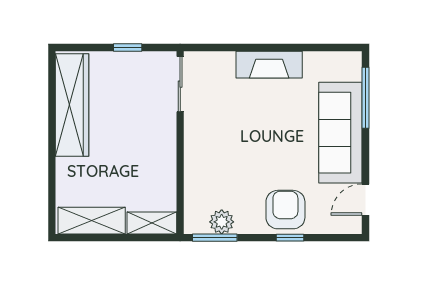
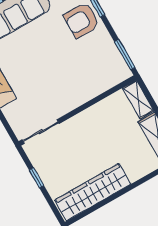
plant: (222, 222) -> (112, 56), removed

